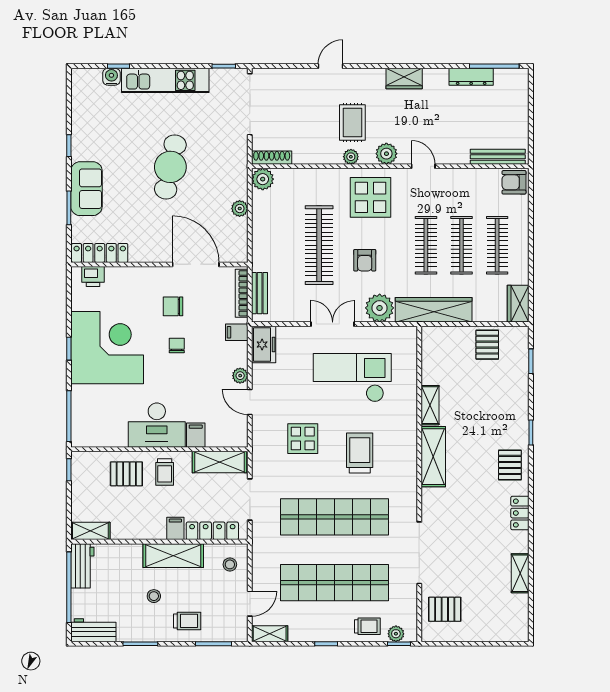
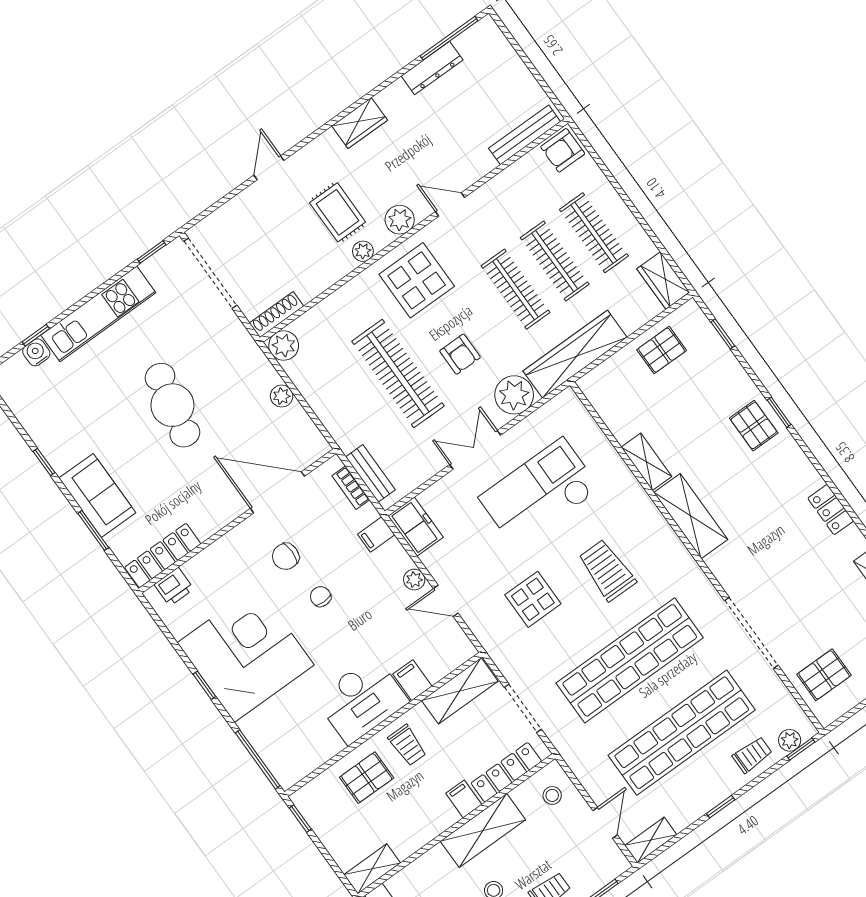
bookcase: (242, 293) -> (351, 488), width x0.64
pallet: (487, 345) -> (662, 350), turned 90
pallet: (510, 465) -> (754, 426), moved

